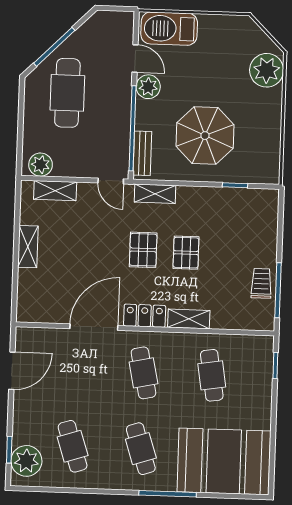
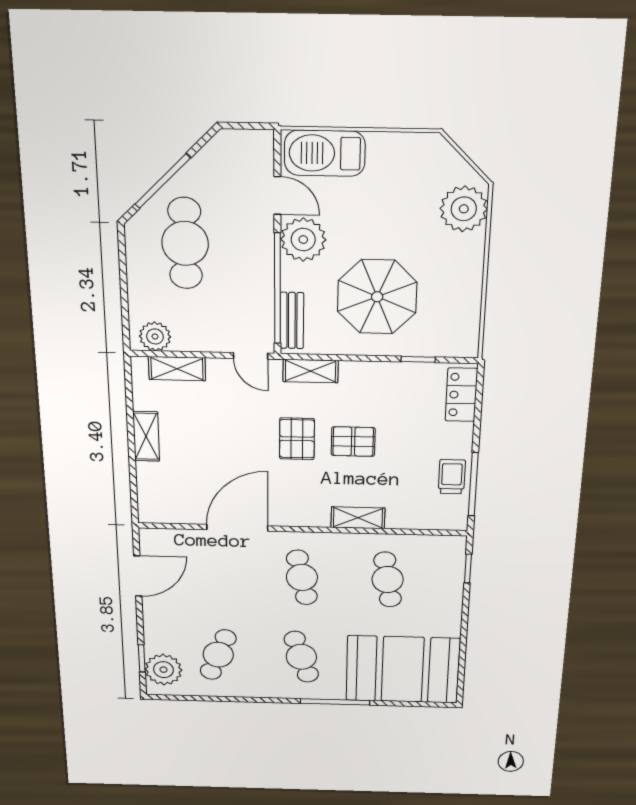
plant: (148, 87) -> (303, 240), width x1.36, depth x1.36
pallet: (186, 253) -> (353, 442), turned 90
locker: (145, 316) -> (461, 395), moved, turned -90
cafe table: (73, 446) -> (218, 655), turned 39

